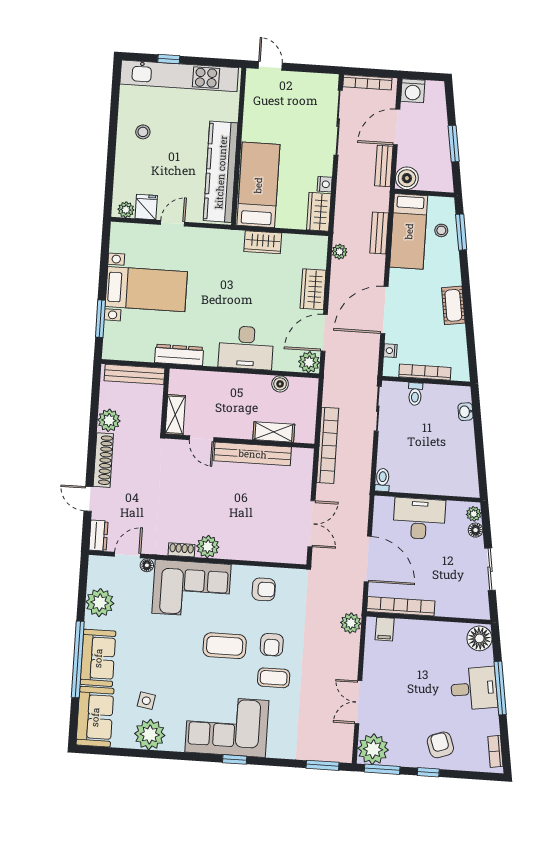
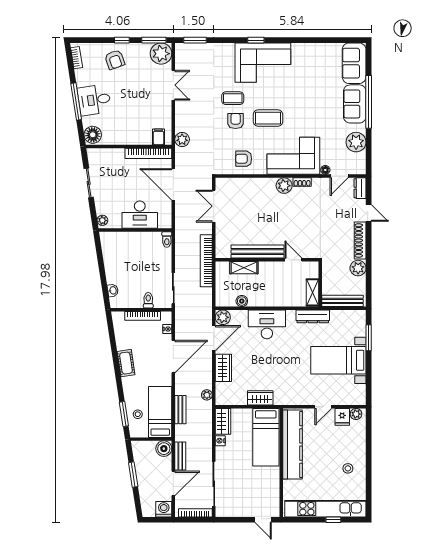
shelving: (175, 415) -> (313, 292), moved
floor lamp: (476, 530) -> (100, 209), removed
side table: (146, 701) -> (319, 77), removed
plant: (150, 734) -> (316, 53), removed

